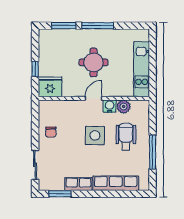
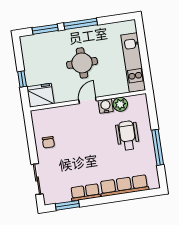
side table: (95, 135) -> (95, 139), removed

